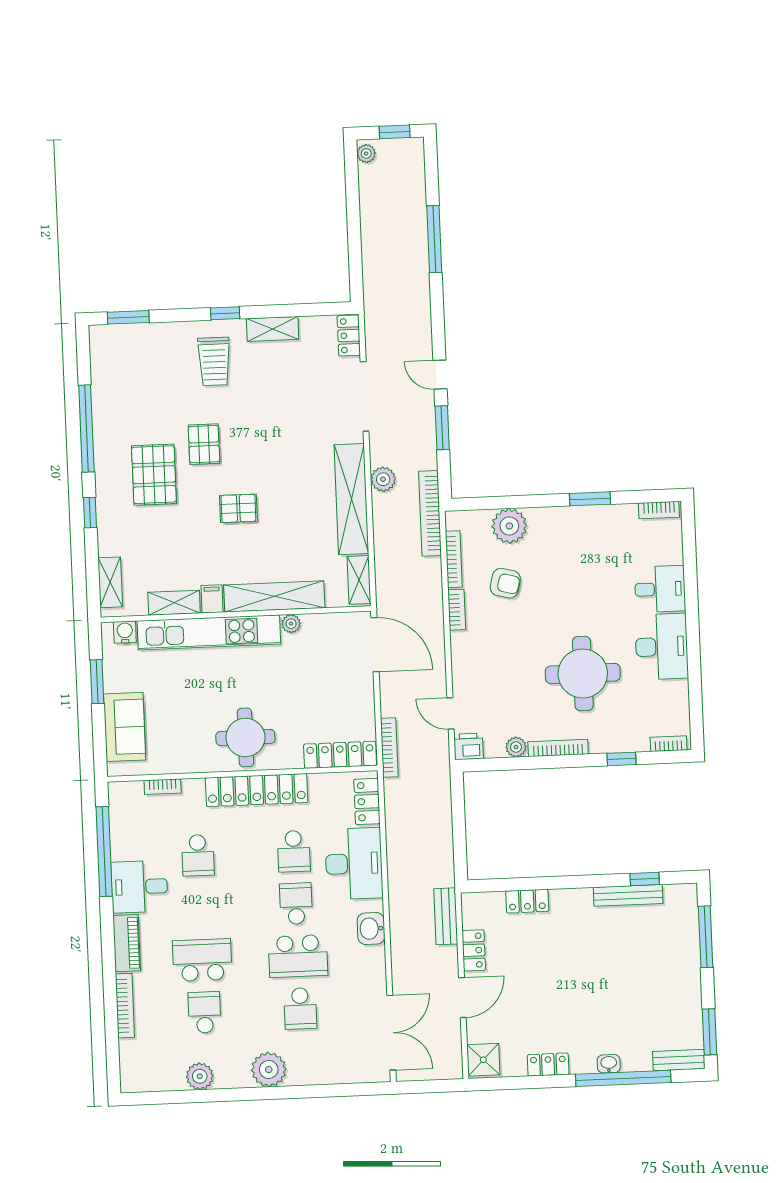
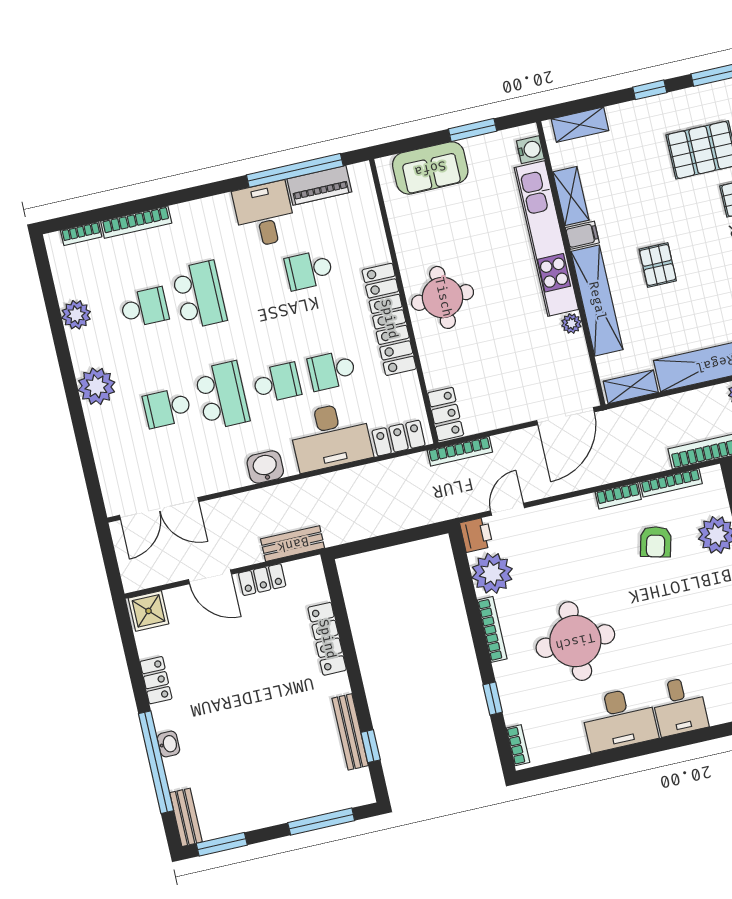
pallet: (238, 508) -> (658, 265), moved
plant: (516, 747) -> (492, 573), width x1.88, depth x1.88
locker: (340, 755) -> (446, 414), width x0.66
bookcase: (163, 787) -> (81, 234), moved, turned -90
locker: (527, 901) -> (327, 639), width x1.53
piano: (127, 943) -> (319, 185), moved
school desk: (298, 956) -> (222, 395), turned 180

